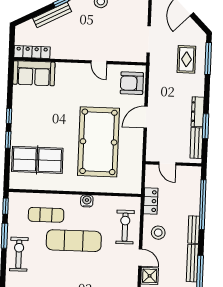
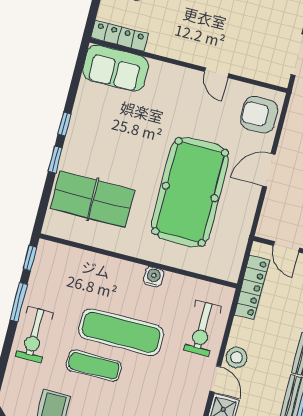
locker: (151, 201) -> (252, 287), width x1.53
exercise mat: (46, 215) -> (94, 366), moved
exercise bike: (125, 227) -> (202, 328), turned 180
stool: (158, 233) -> (237, 357), moved
exercise bike: (19, 254) -> (34, 335), turned 180

